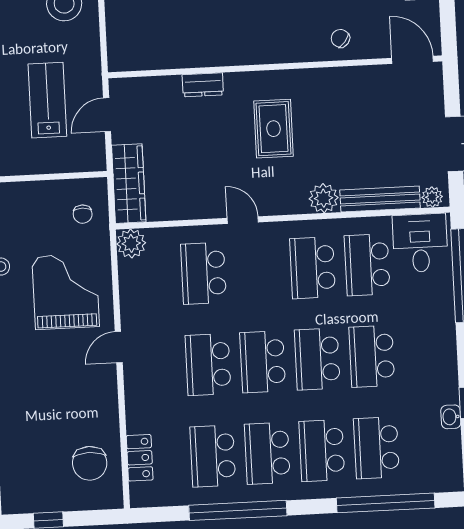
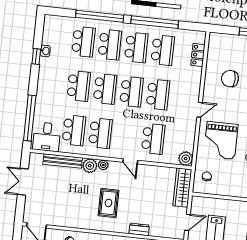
plant: (432, 197) -> (103, 165), moved
chair: (90, 463) -> (230, 79), moved, turned -90
window: (386, 503) -> (100, 16), moved

